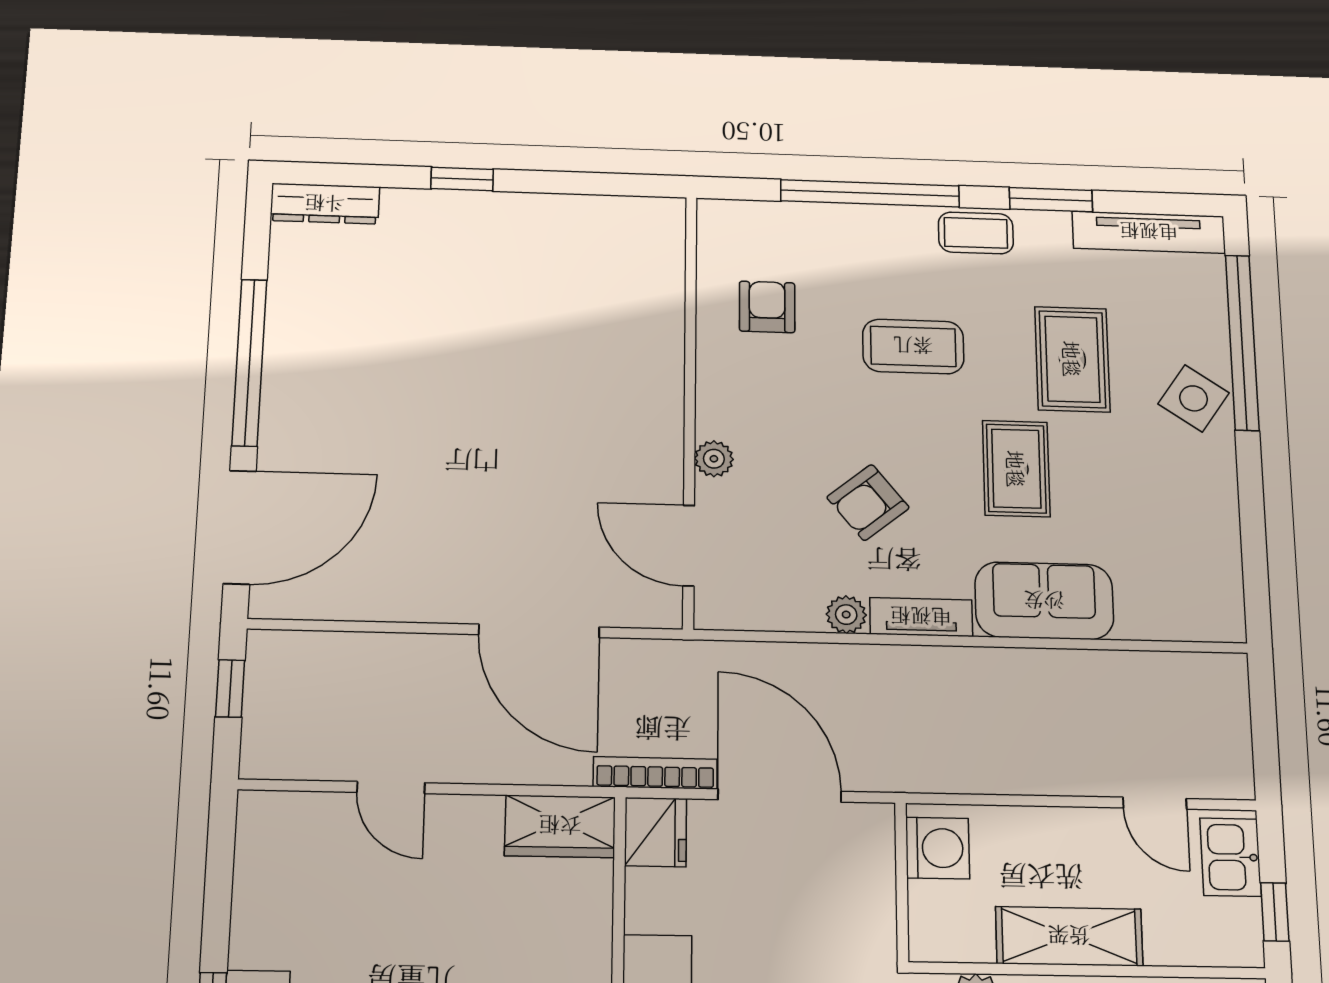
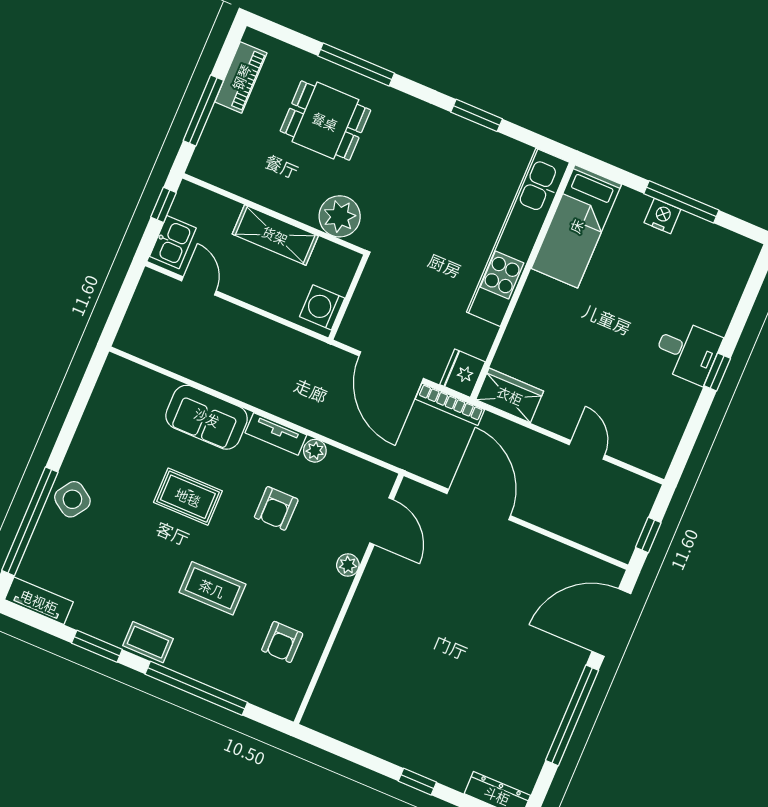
tv unit: (1149, 232) -> (39, 601), width x0.71
rug: (1072, 359) -> (129, 547), removed
rug: (1016, 469) -> (188, 497), turned 90
armchair: (868, 502) -> (276, 508), turned 129

